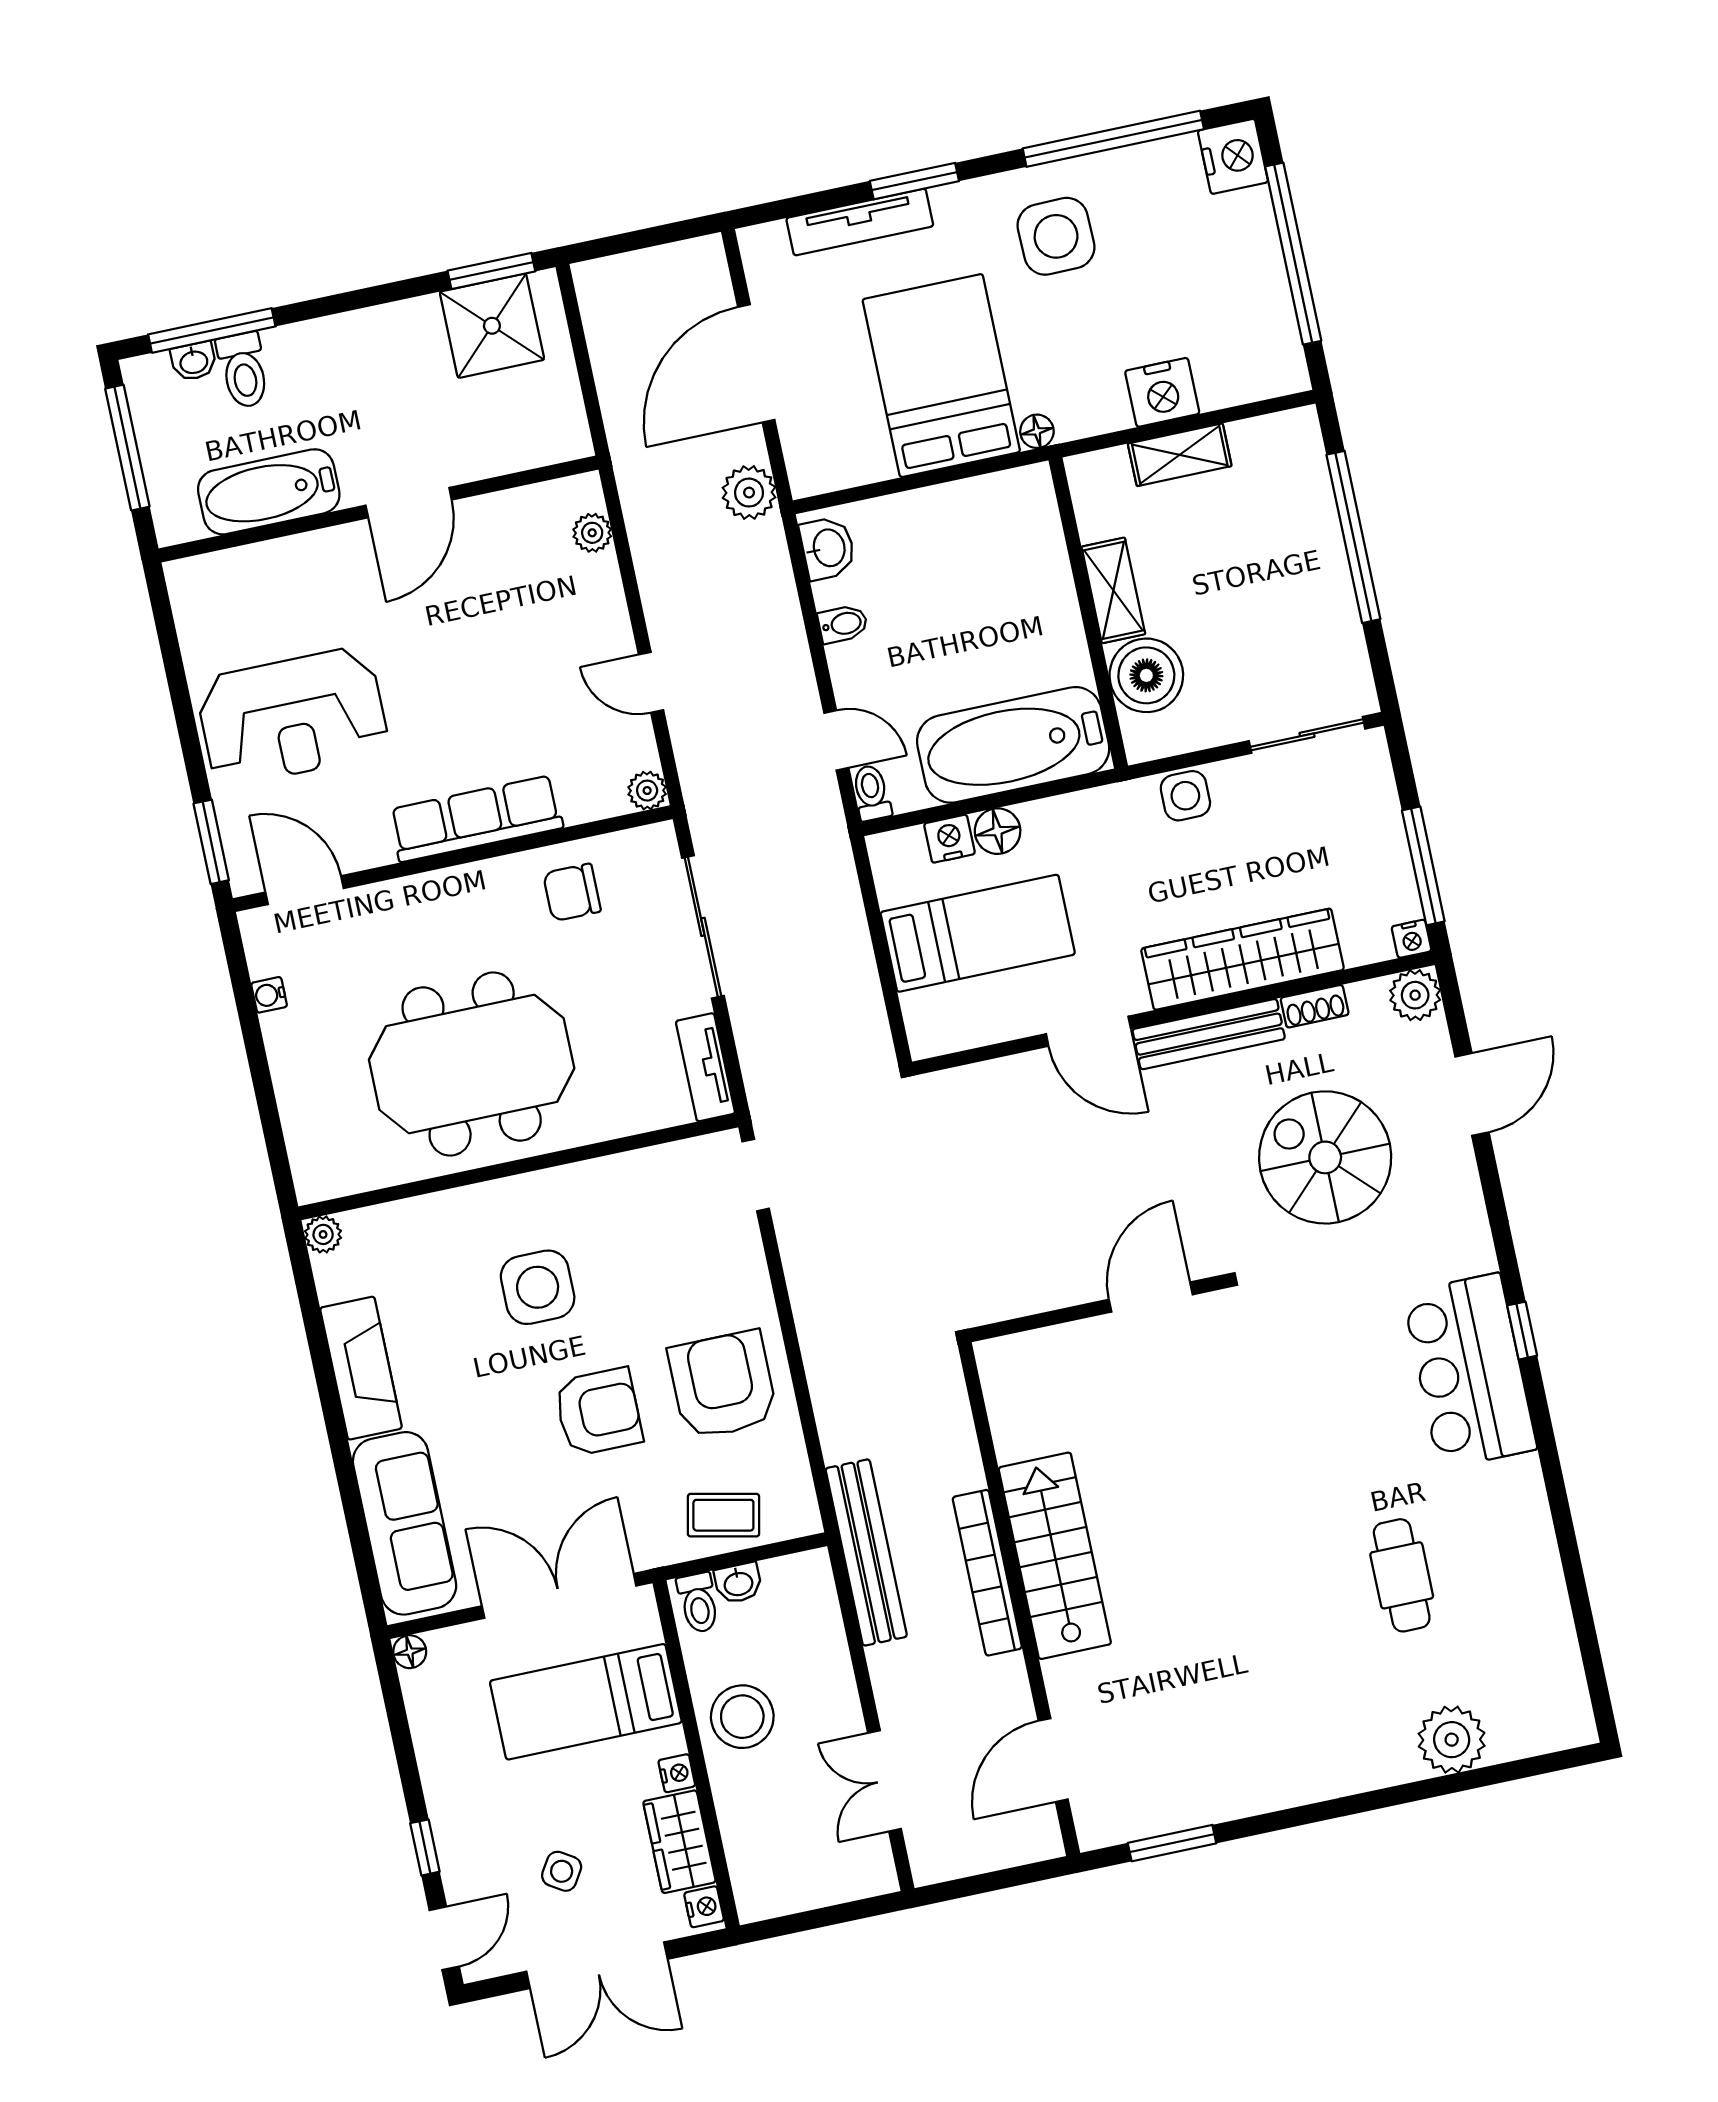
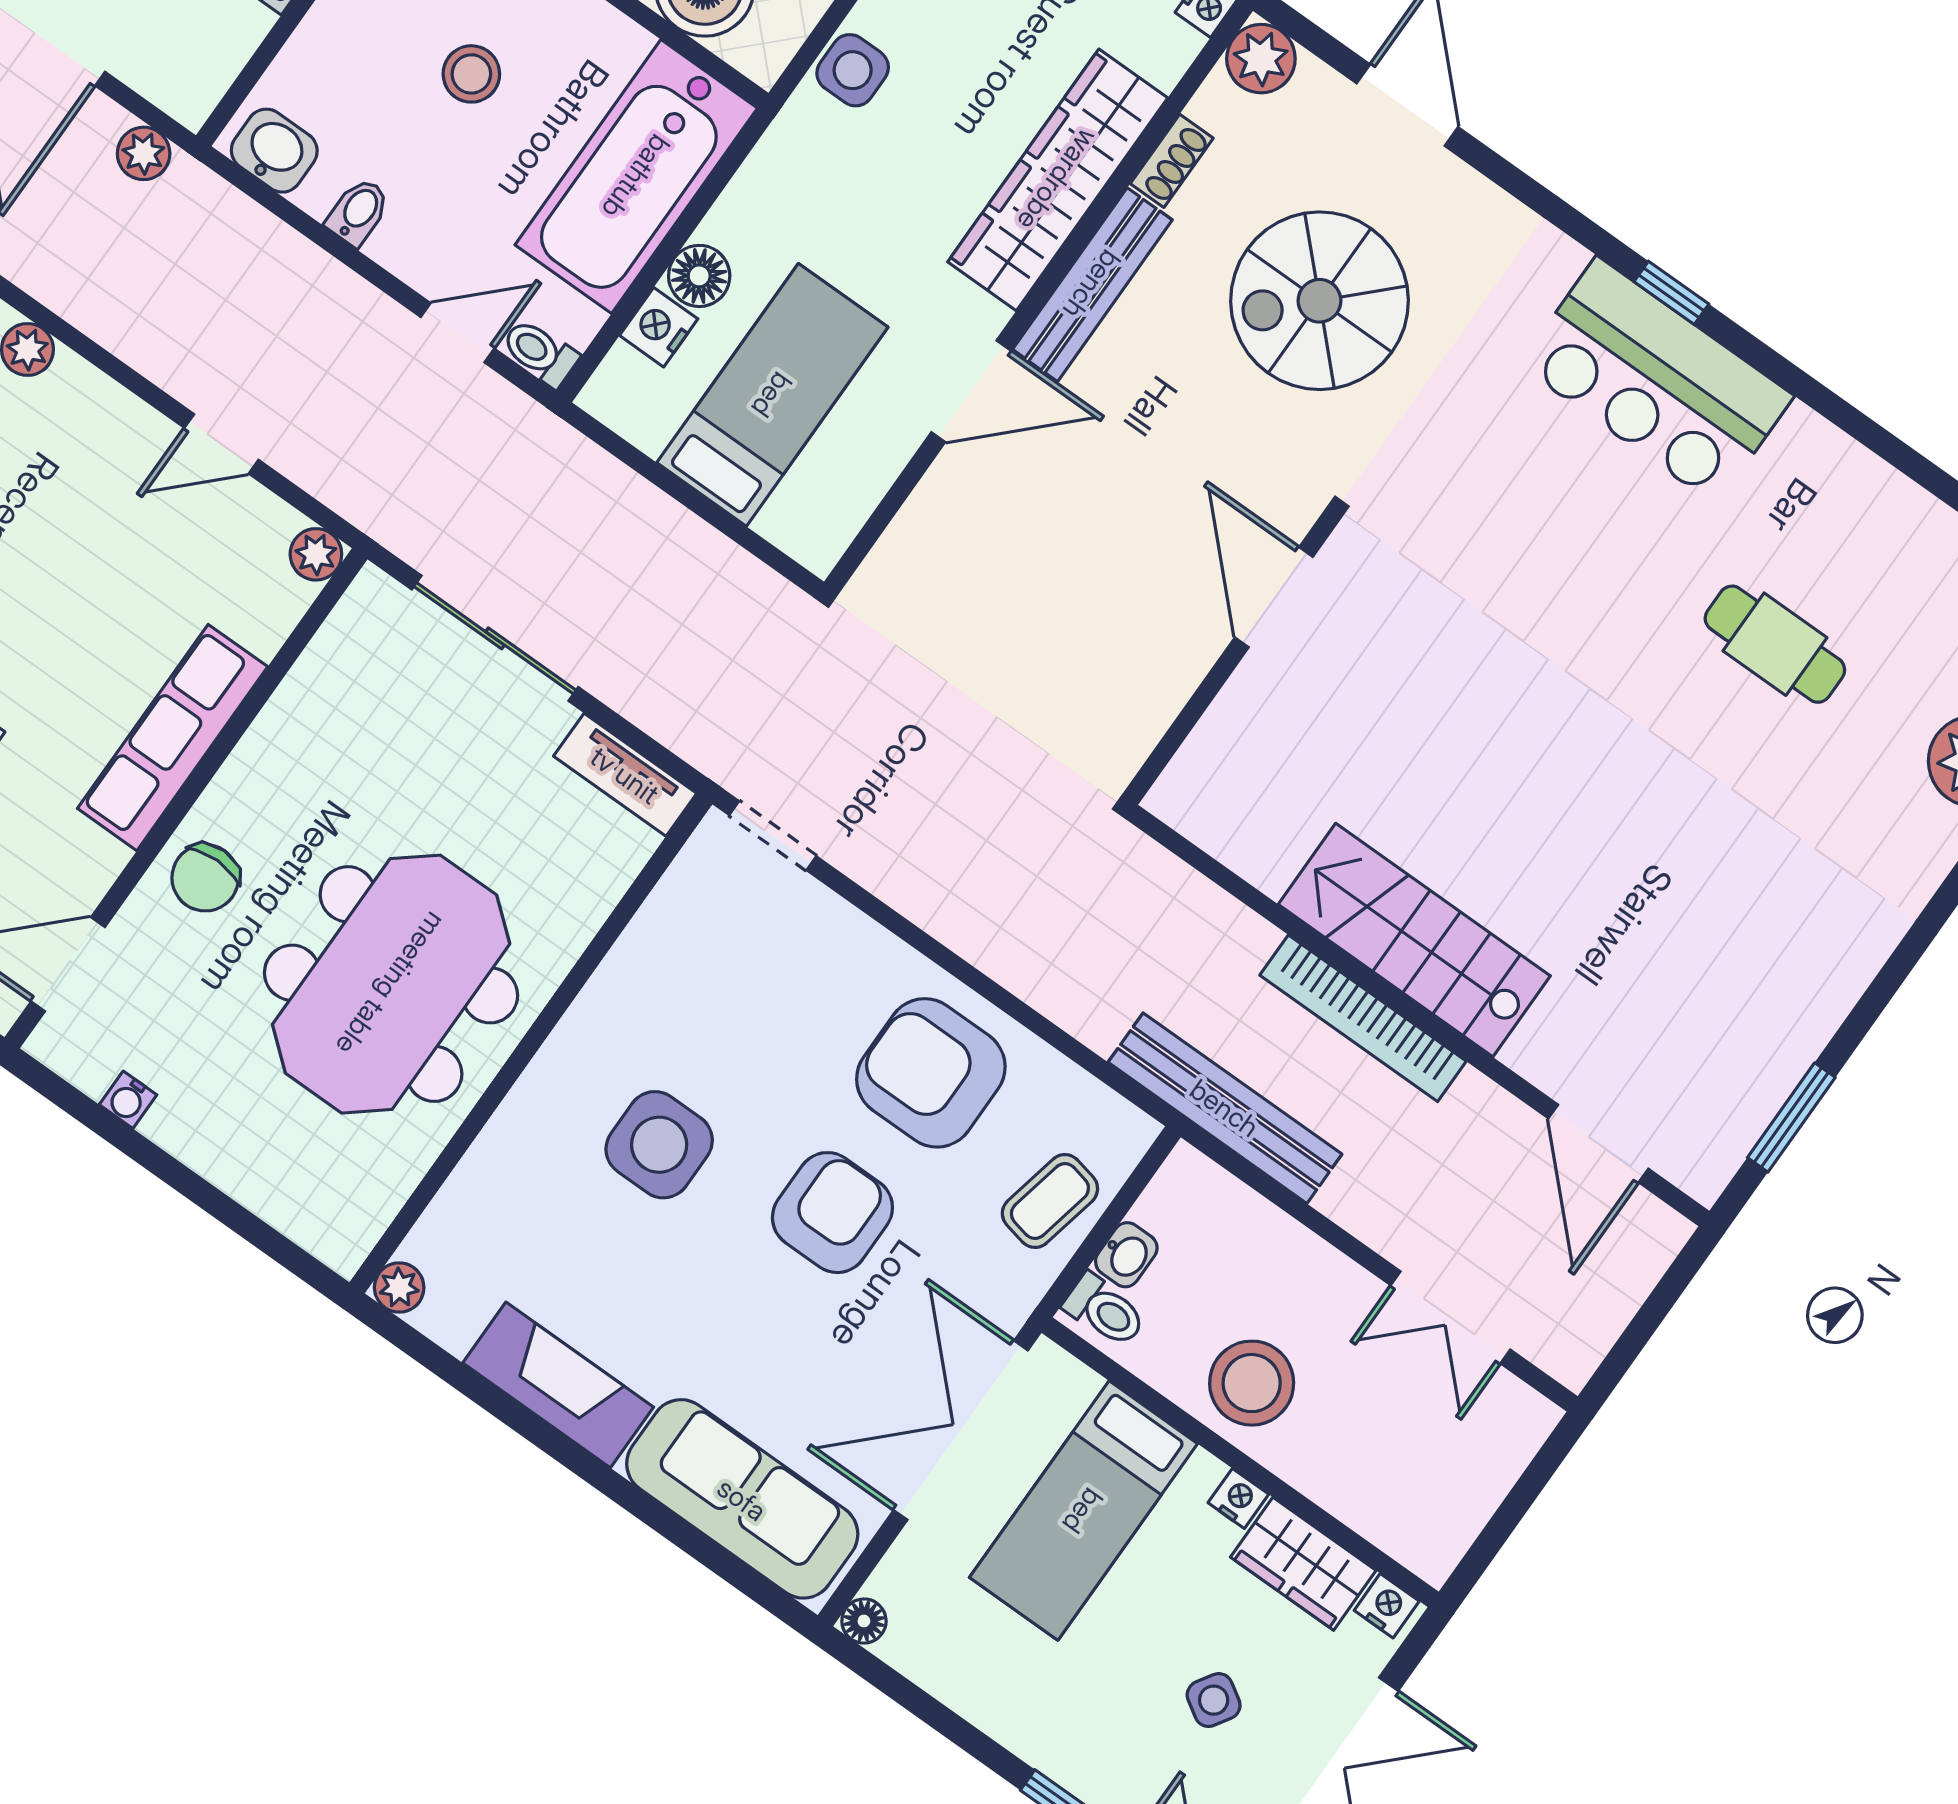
plant: (749, 493) -> (144, 153), width x0.73, depth x0.73
stool: (974, 606) -> (471, 74), added
chair: (572, 892) -> (205, 878), moved

